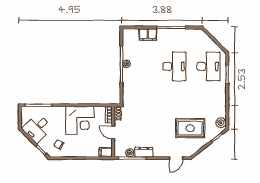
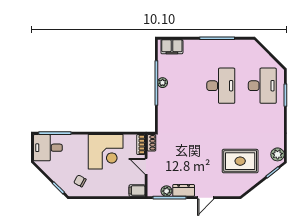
filing cabinet: (148, 34) -> (172, 47), moved
desk: (37, 128) -> (48, 148), moved, turned 45
door: (176, 158) -> (206, 198), moved

